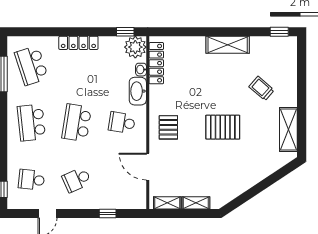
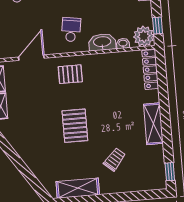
locker: (156, 63) -> (150, 69), moved, turned 90

